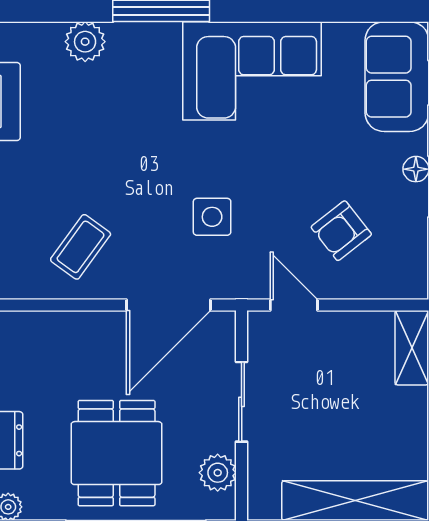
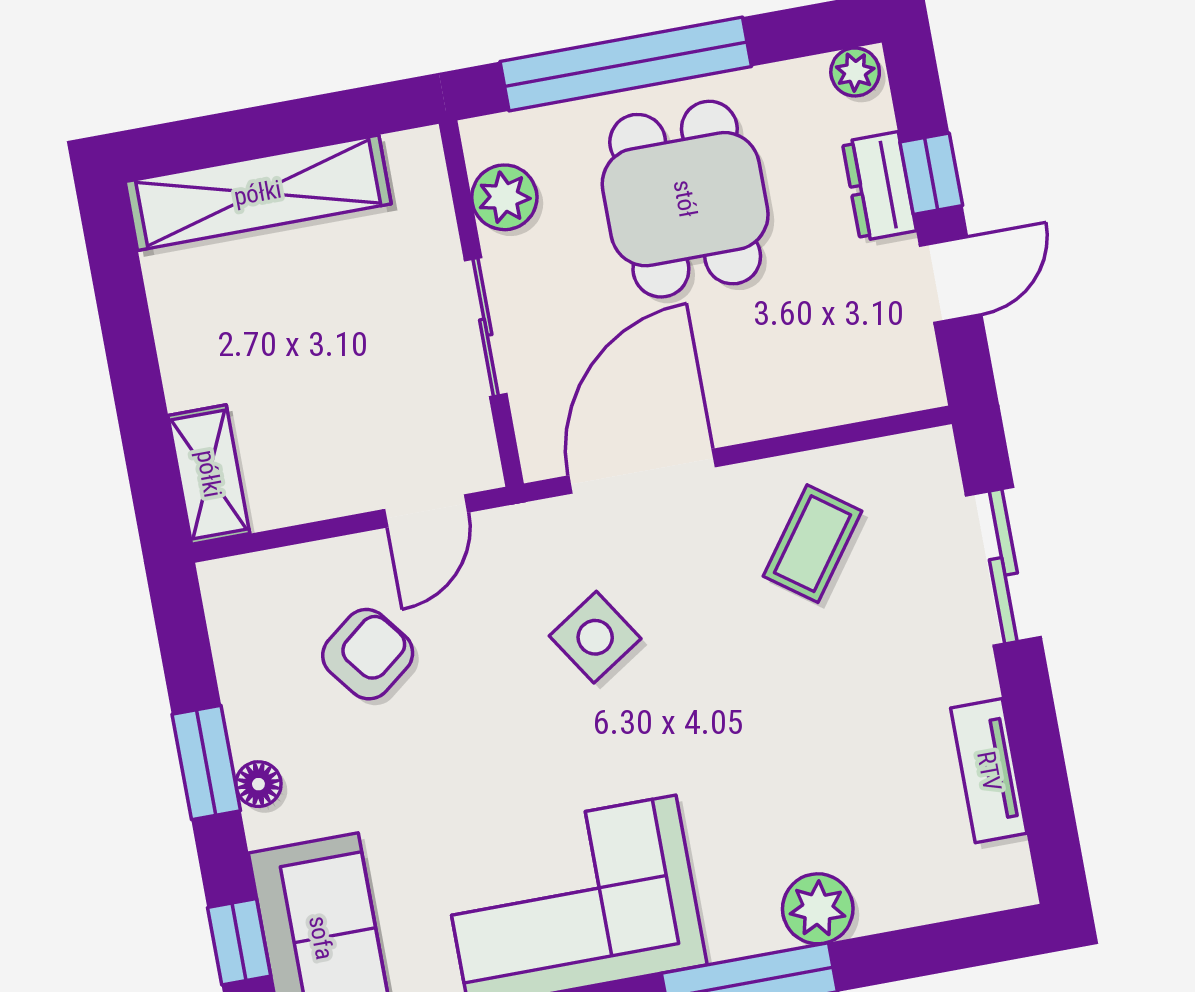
plant: (85, 42) -> (818, 909), moved
side table: (212, 217) -> (595, 637), turned -33
door: (294, 305) -> (426, 511), hinge flipped

